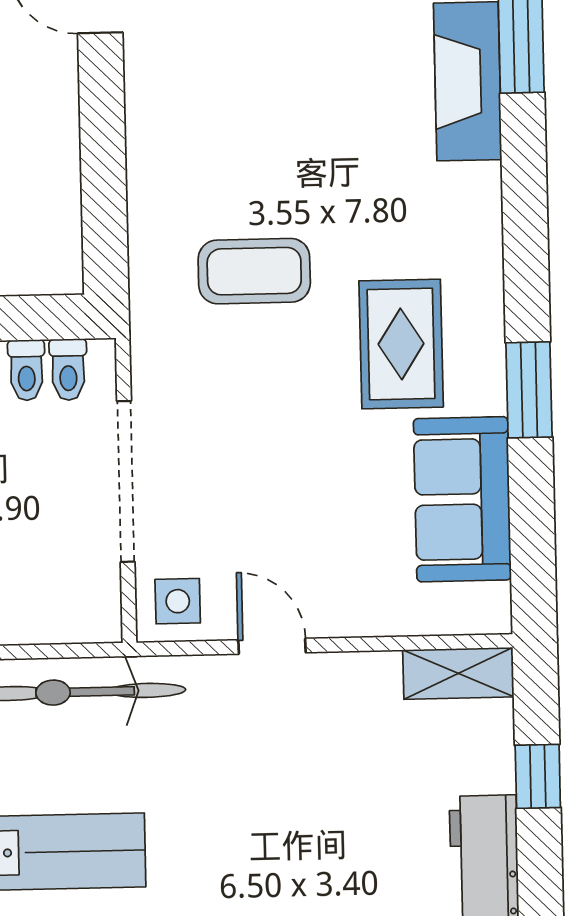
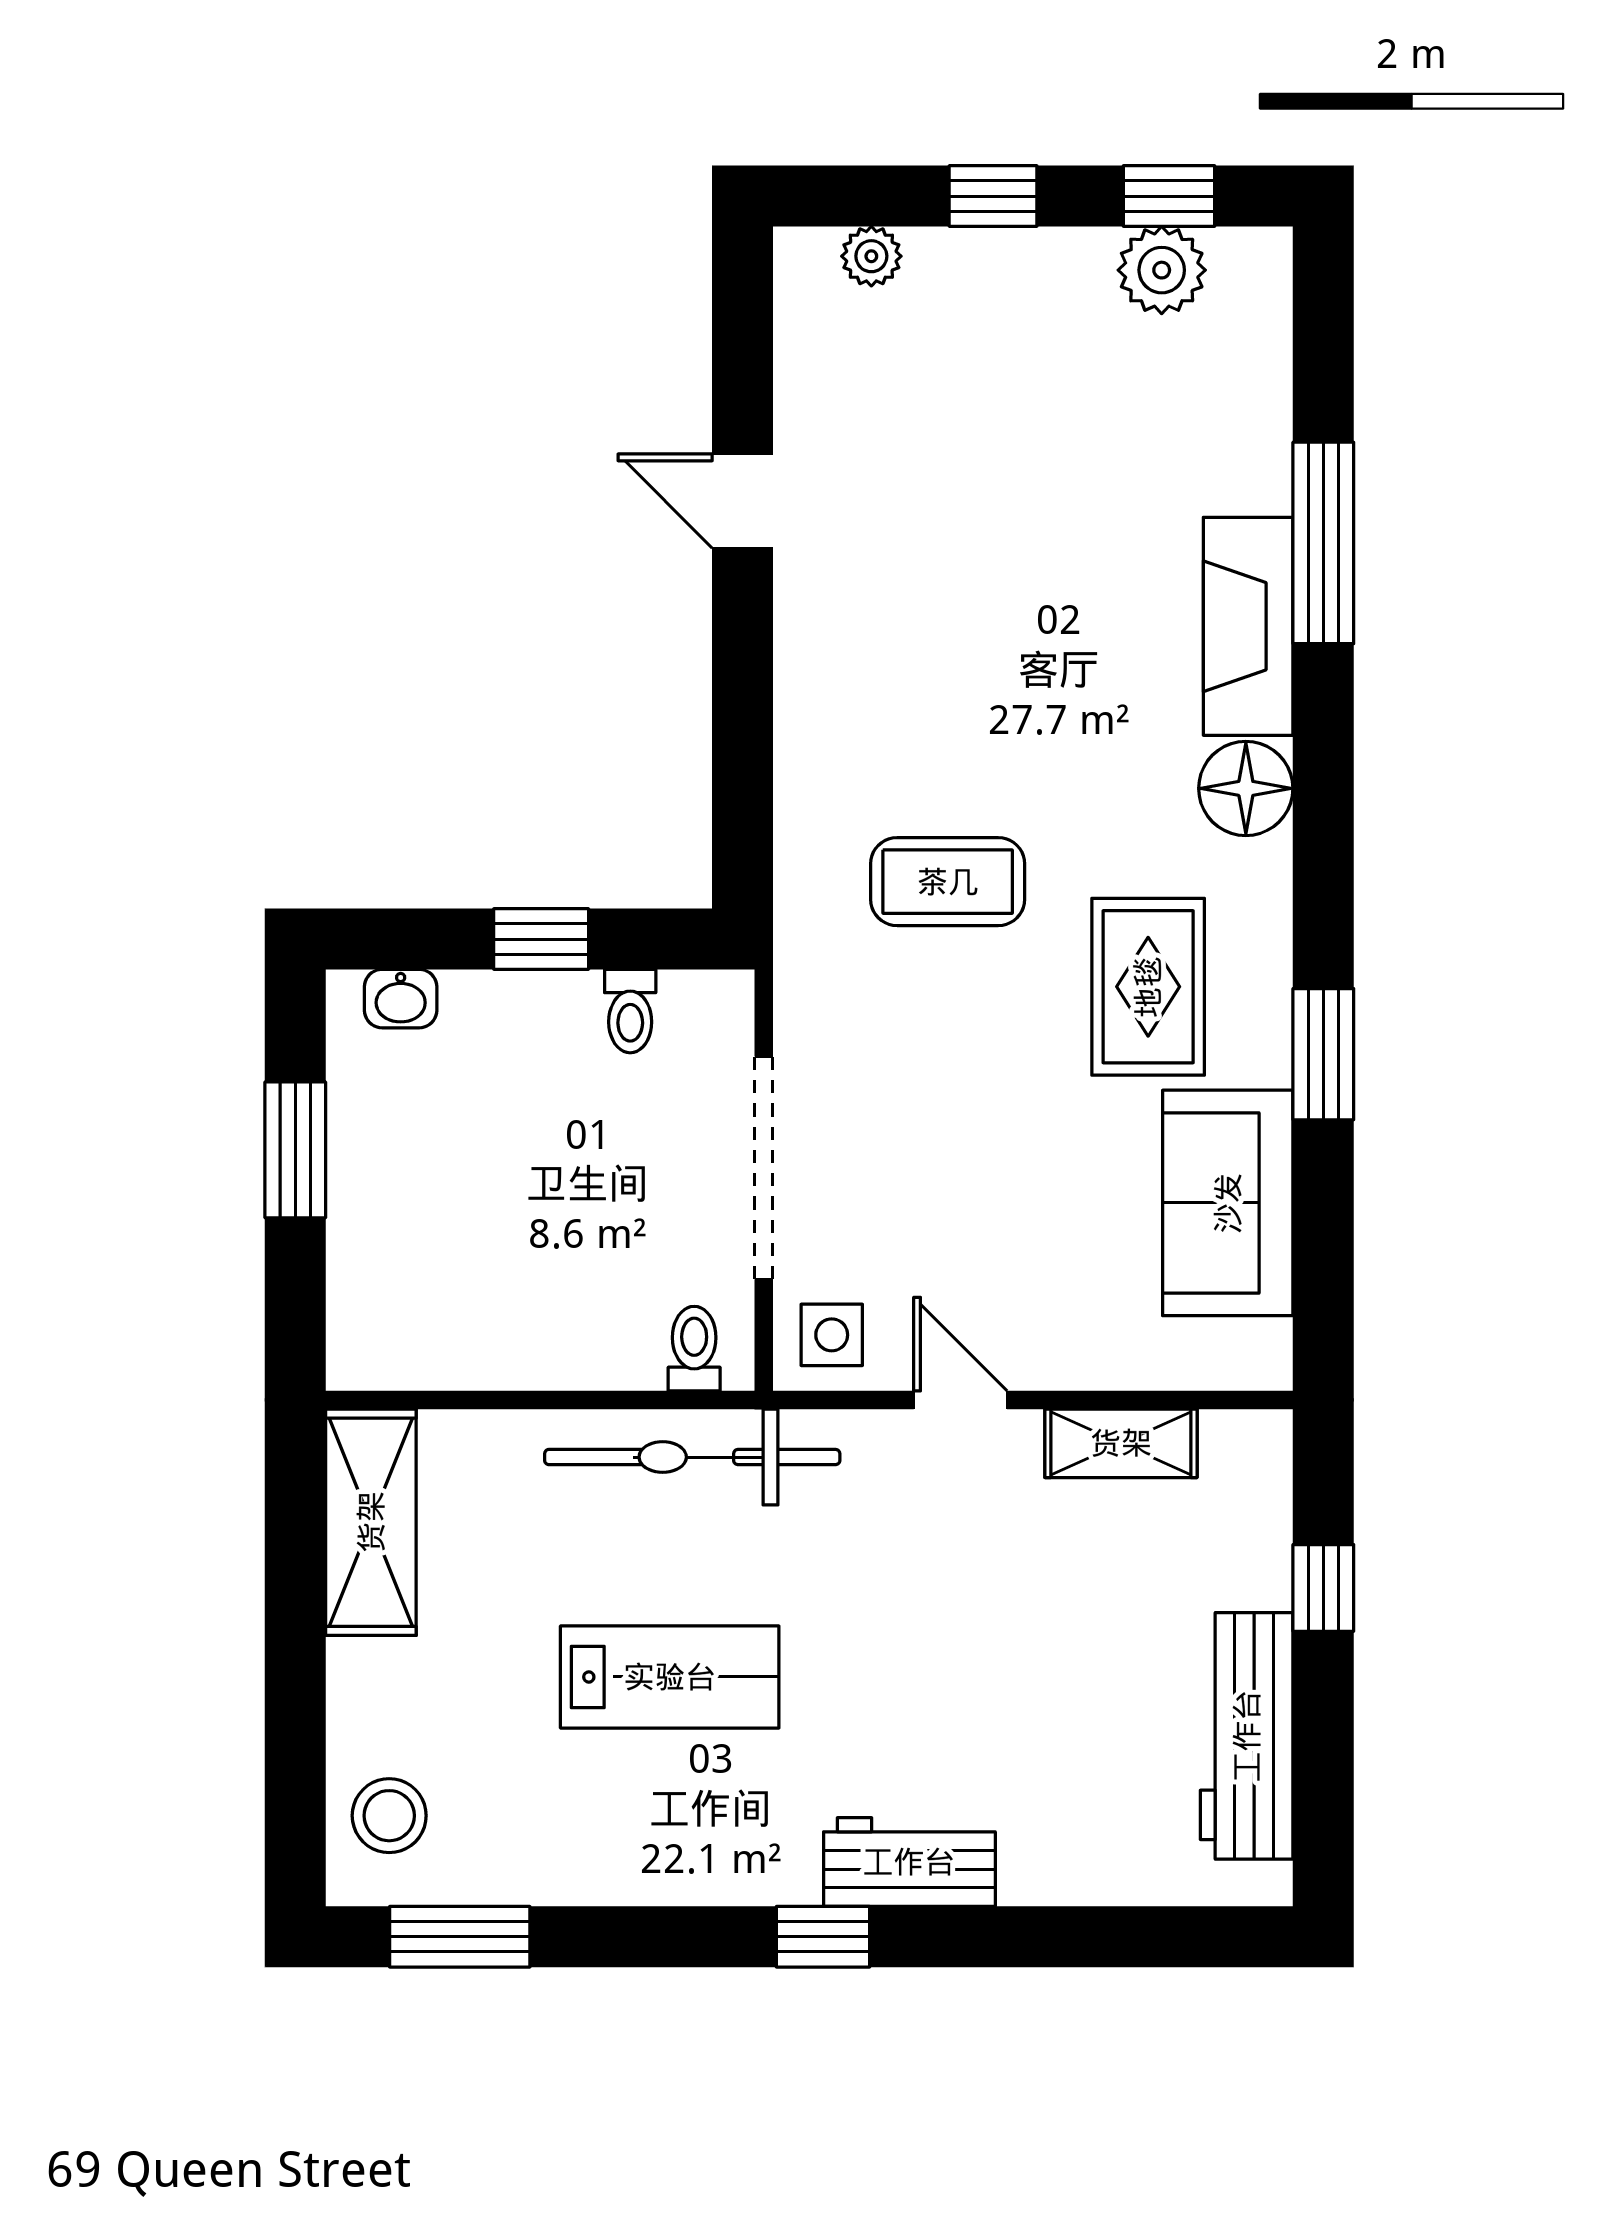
floor lamp: (469, 199) -> (1246, 788), added
toilet: (68, 370) -> (694, 1349), moved, turned 180
shelving: (458, 673) -> (1121, 1443), moved

